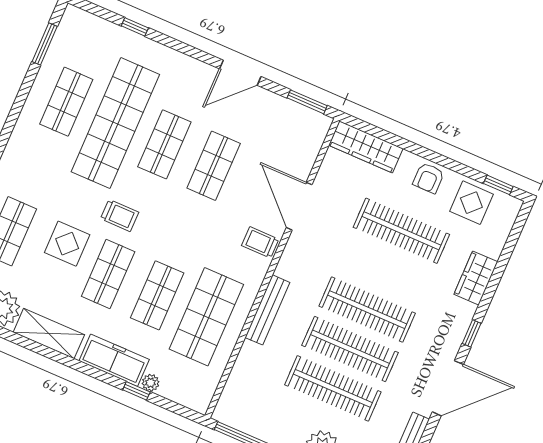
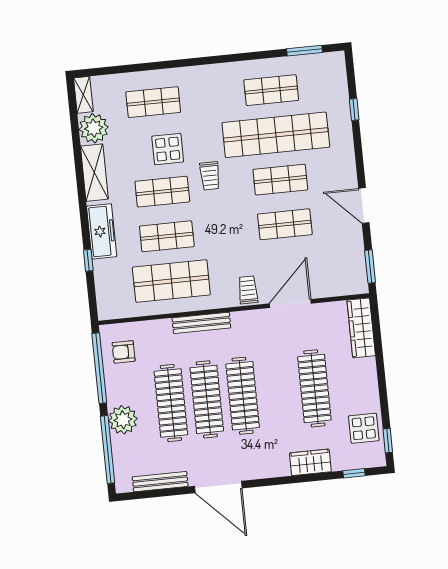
armchair: (429, 178) -> (124, 352), moved
window: (472, 333) -> (354, 473), moved
plant: (151, 383) -> (100, 267), removed

